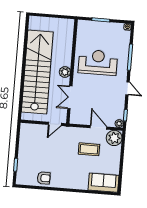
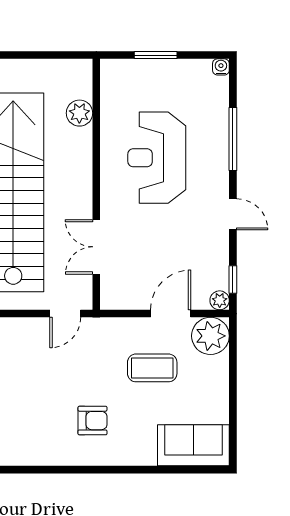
reception desk: (98, 62) -> (157, 158), turned -90
plant: (65, 72) -> (79, 113), moved
door: (98, 127) -> (171, 314), hinge flipped
armchair: (44, 178) -> (92, 421), moved

